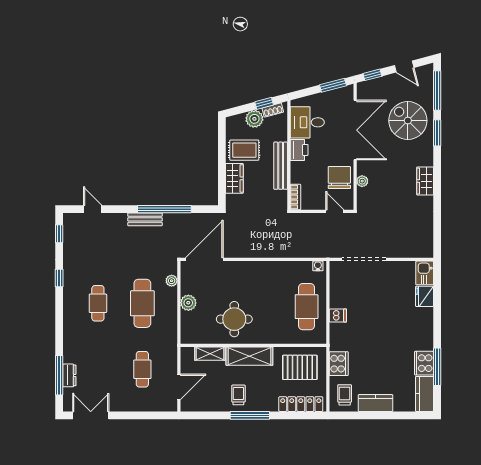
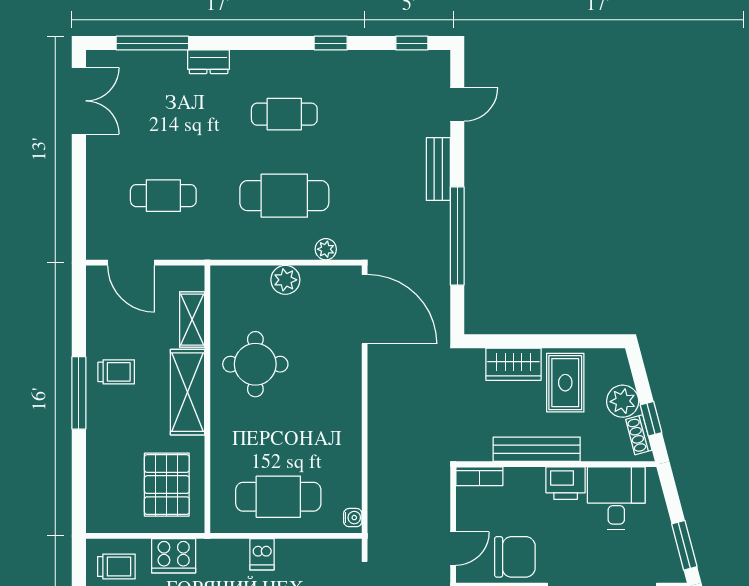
bench: (145, 219) -> (438, 169), moved
dresser: (69, 375) -> (209, 62), moved
locker: (301, 404) -> (99, 486), removed

